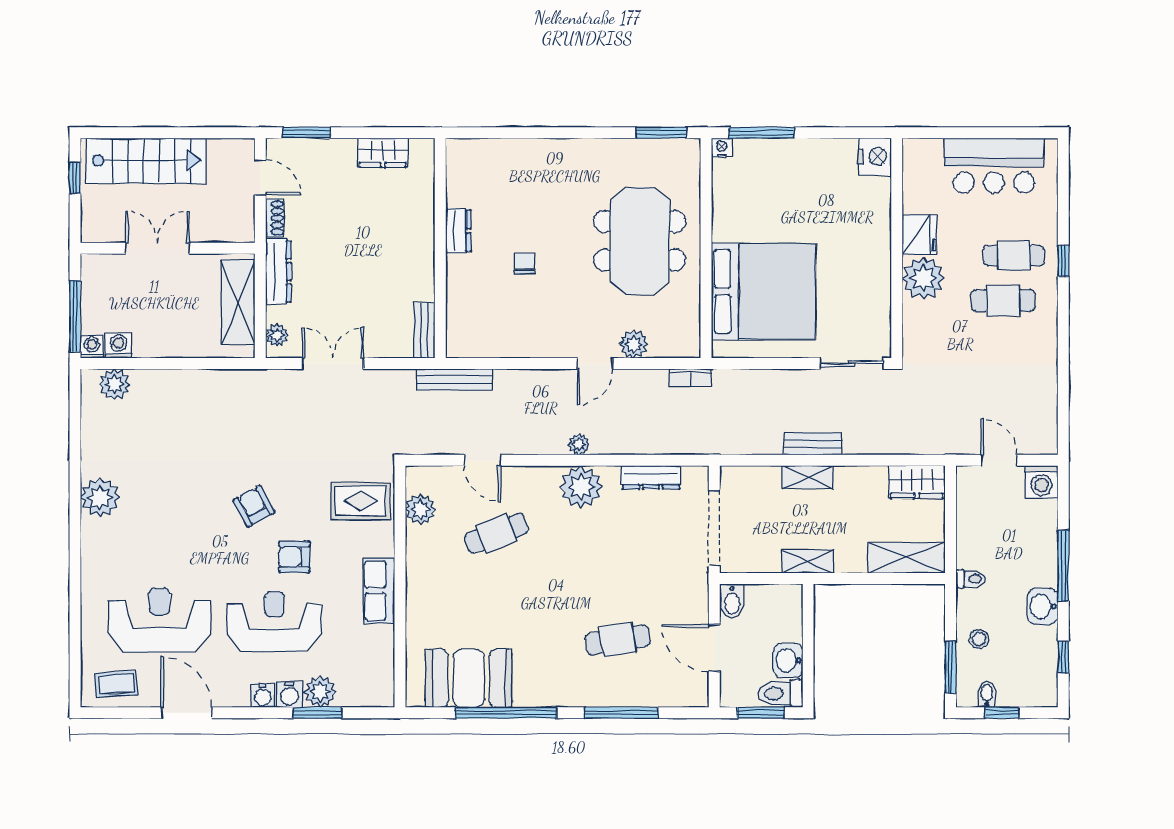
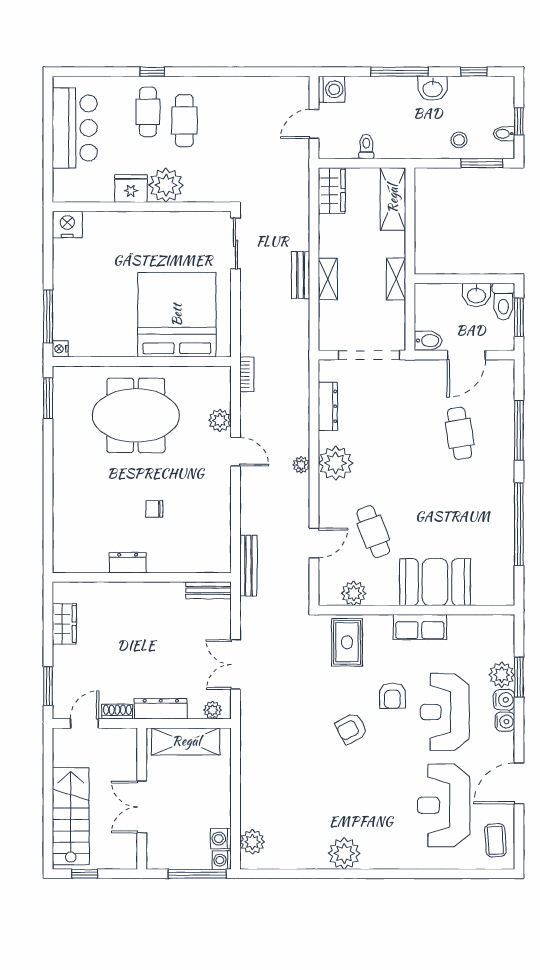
toilet: (971, 579) -> (366, 147), moved
booth: (469, 678) -> (435, 582), moved, turned 90

